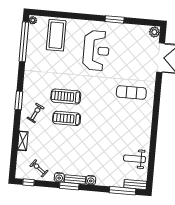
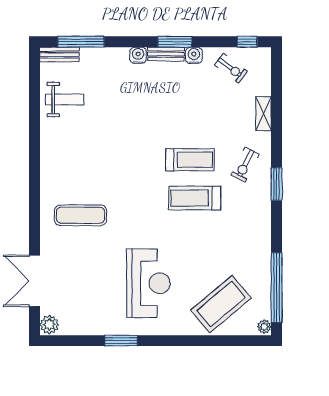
coffee table: (56, 35) -> (221, 304), turned 50
reception desk: (96, 51) -> (148, 283), turned 180
treadmill: (66, 96) -> (195, 198), turned 180

